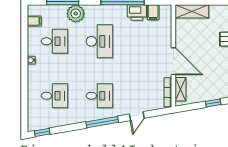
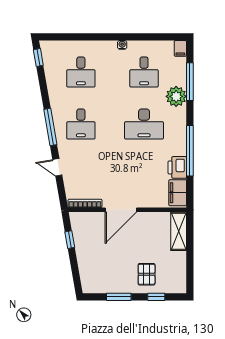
filing cabinet: (153, 12) -> (178, 193), width x2.00
filing cabinet: (34, 21) -> (180, 48), moved
shelving: (181, 89) -> (88, 218), removed
window: (213, 103) -> (70, 240), moved

